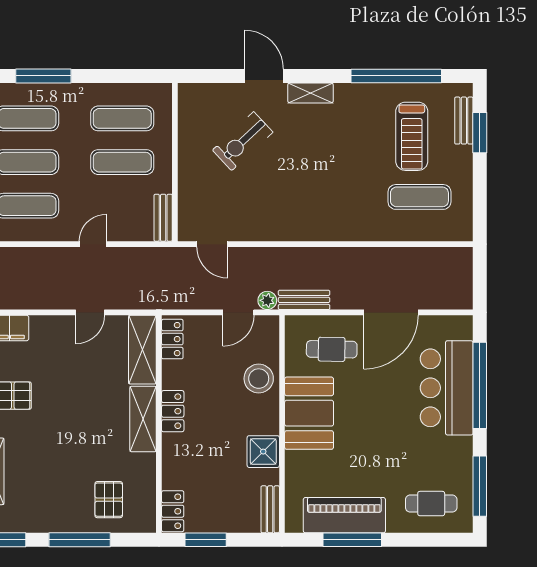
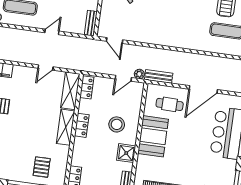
stool: (259, 379) -> (117, 124), moved

